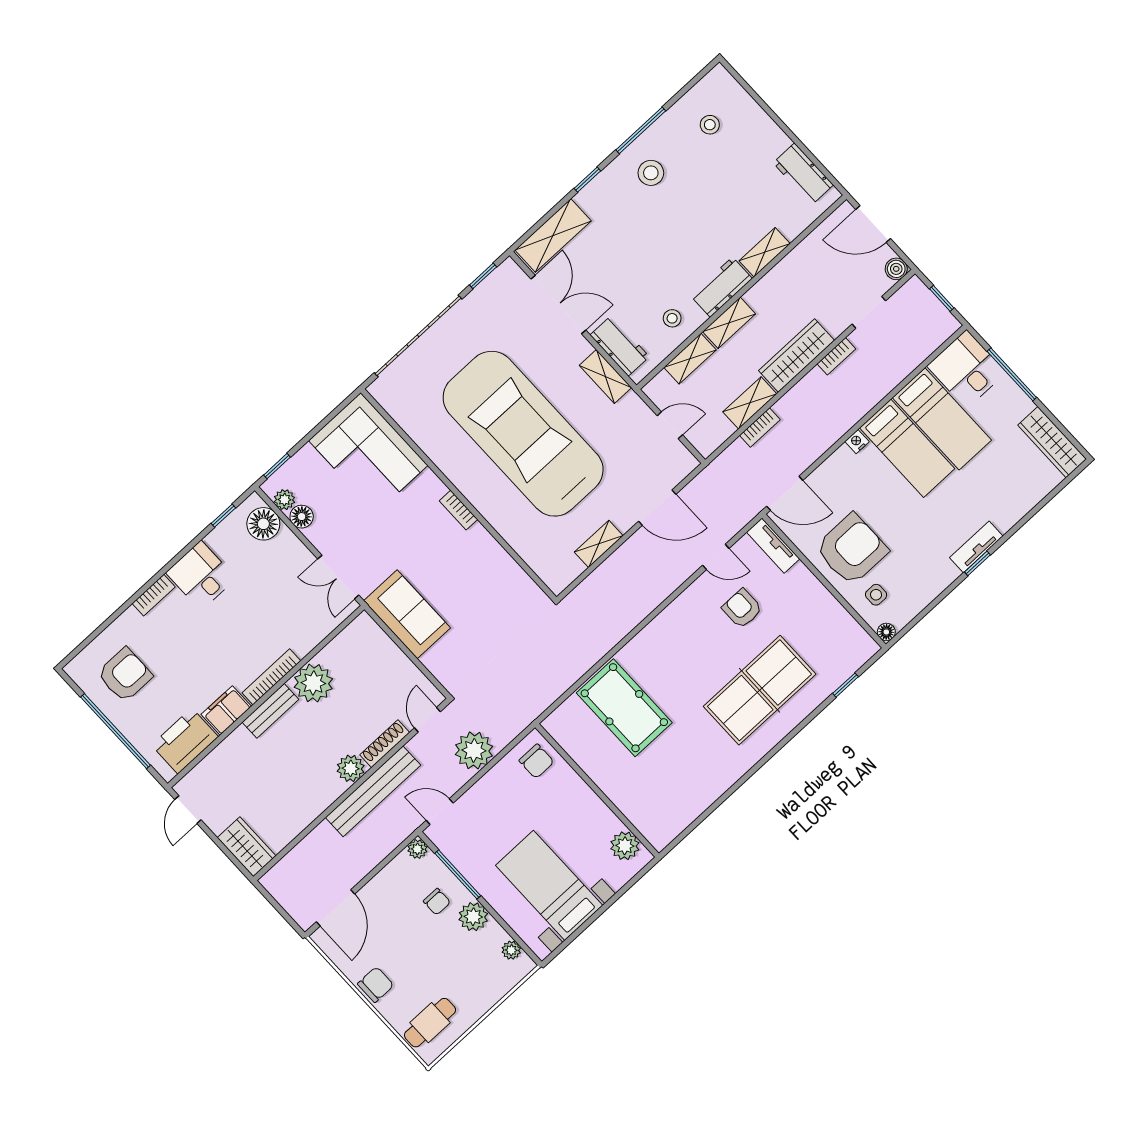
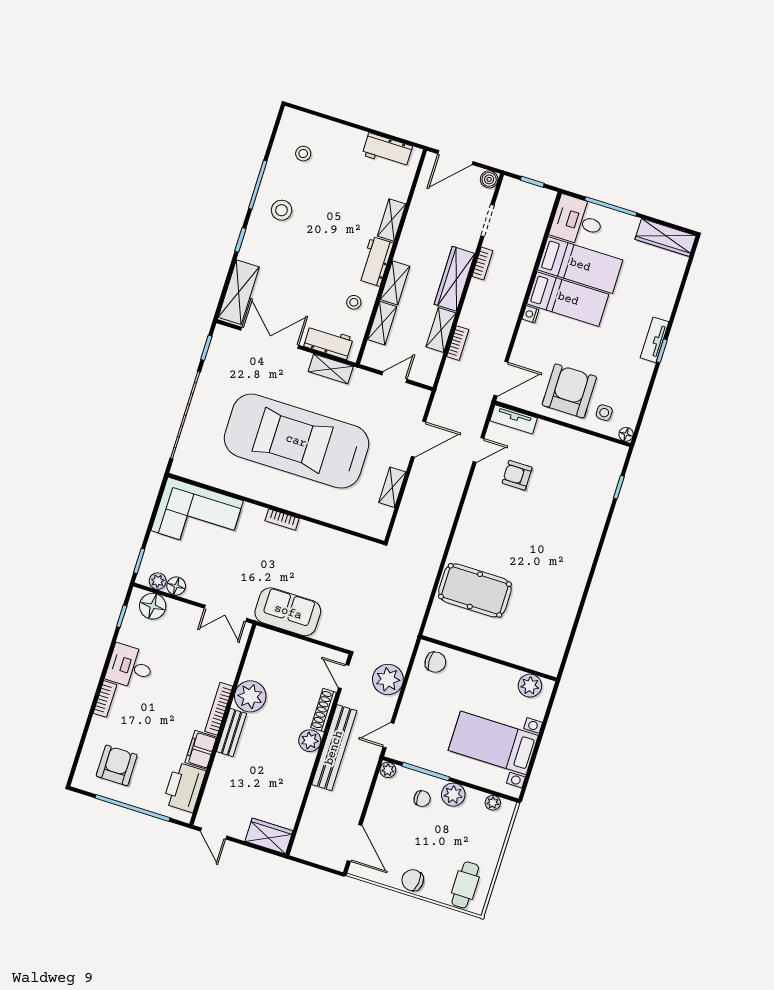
table tennis table: (760, 690) -> (561, 525), removed
chair: (376, 985) -> (413, 880), turned -84

